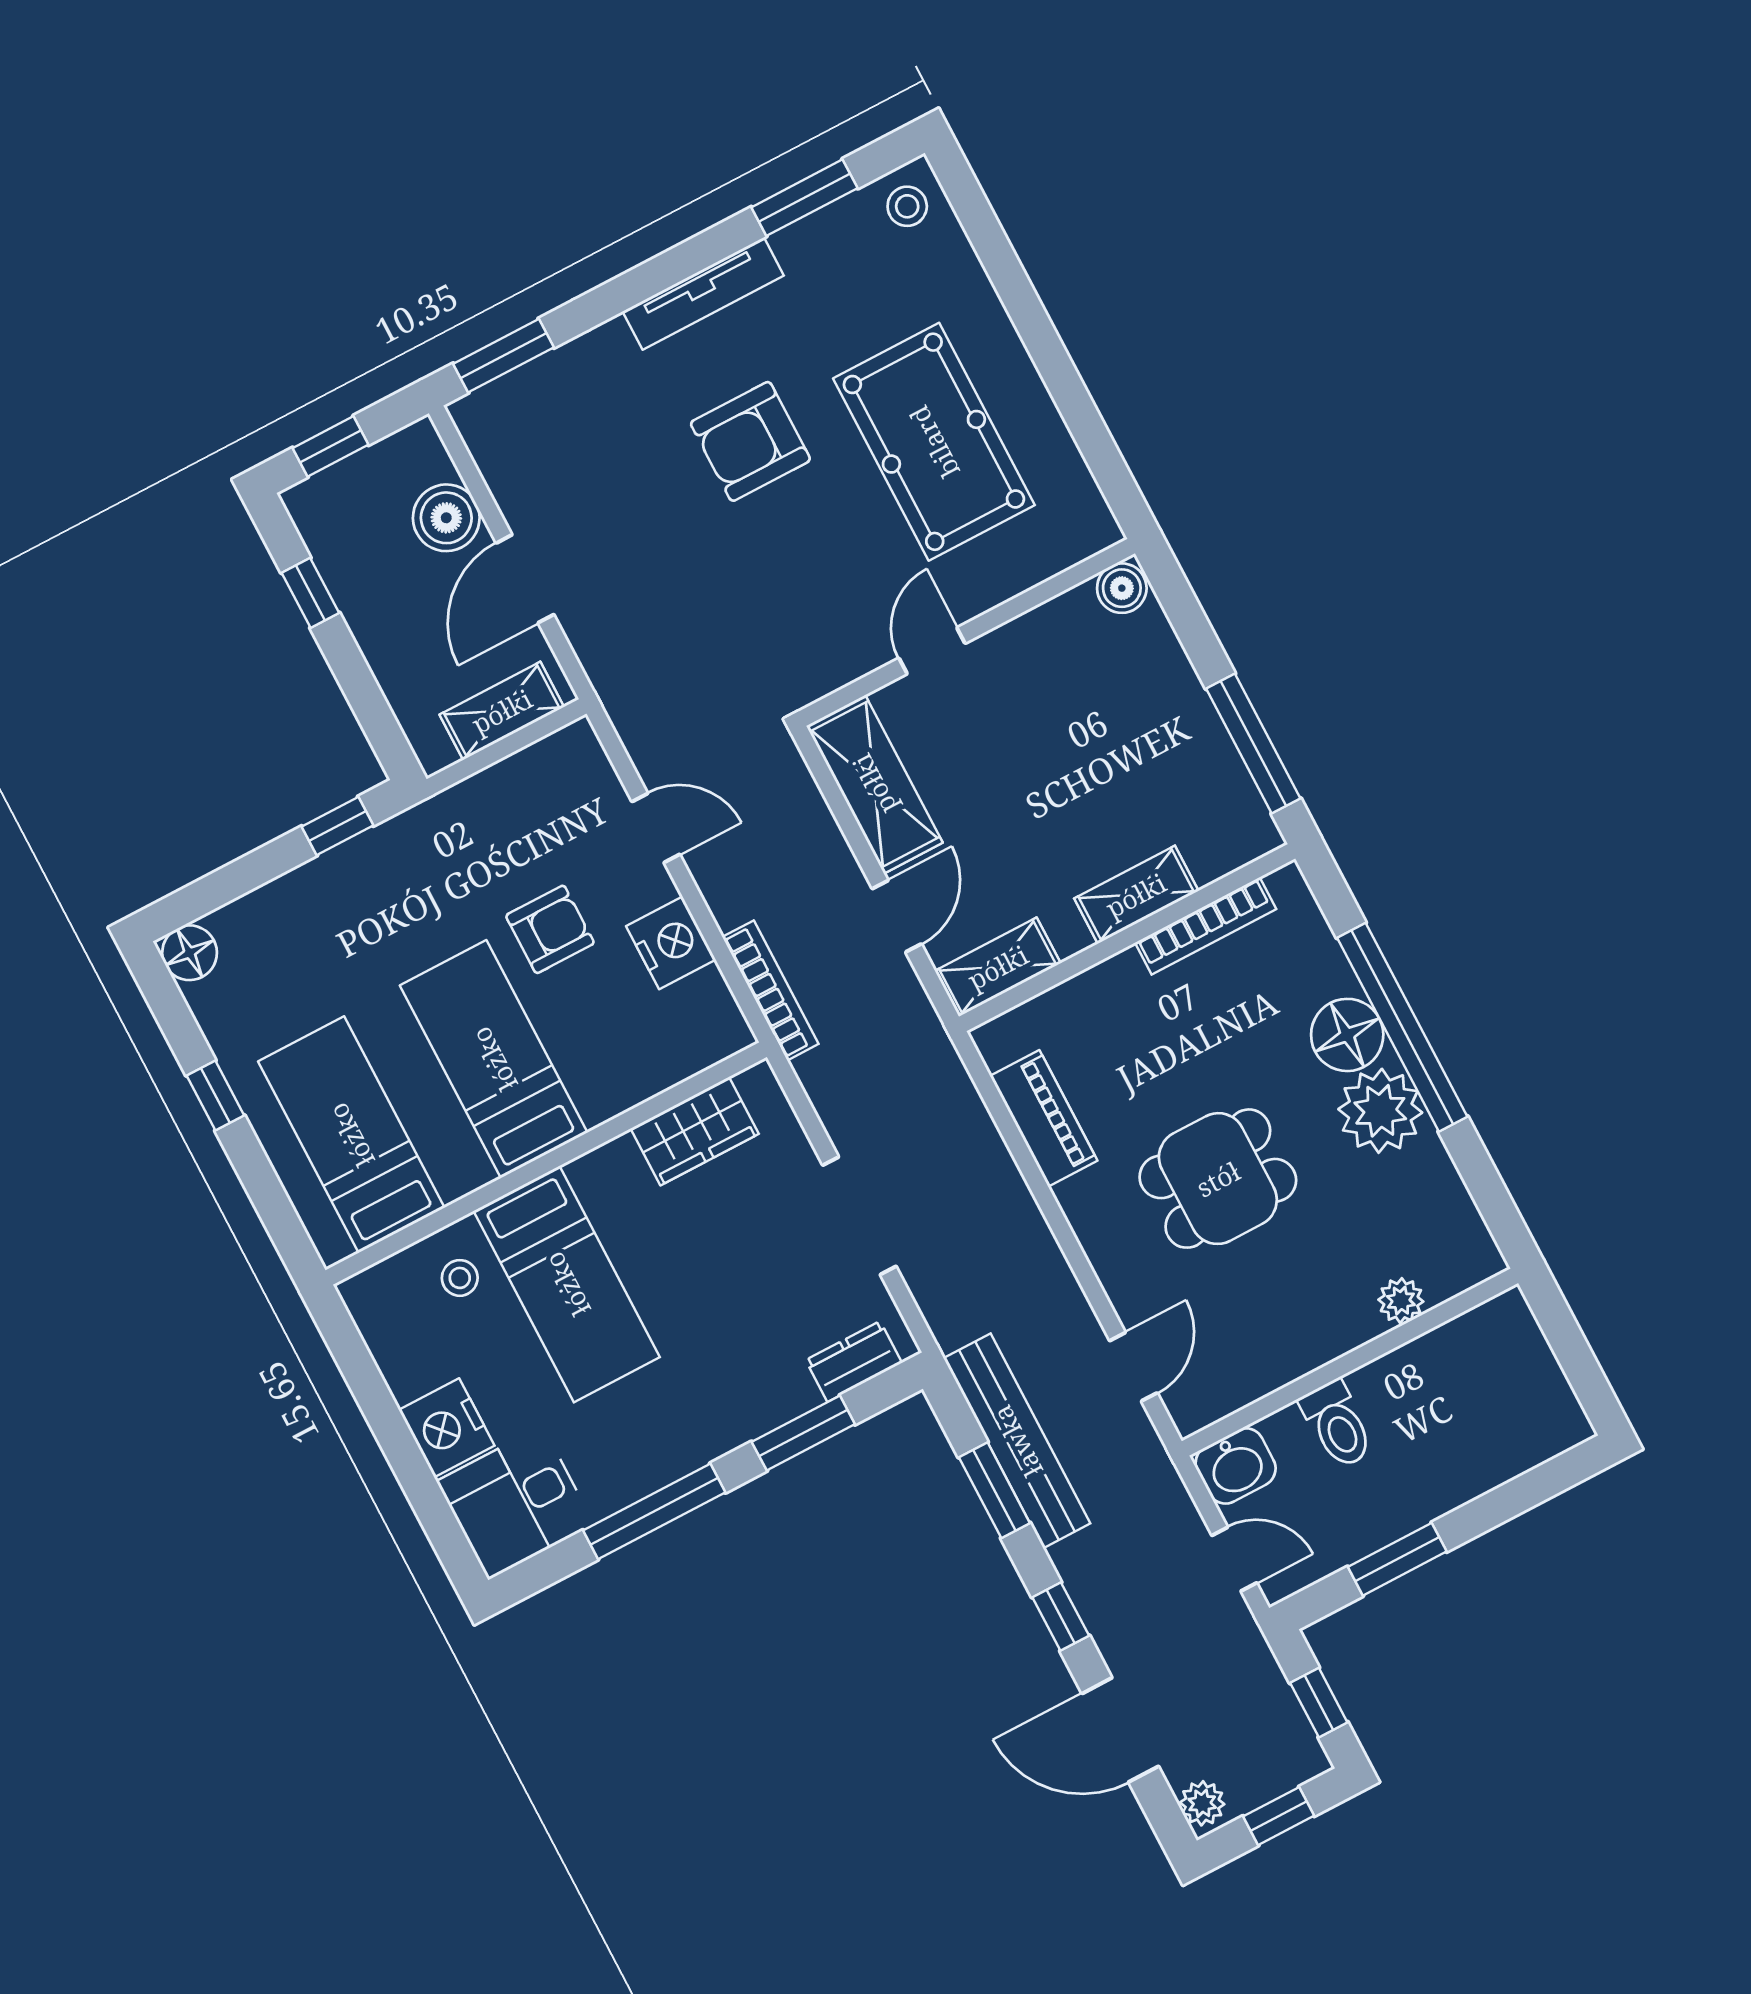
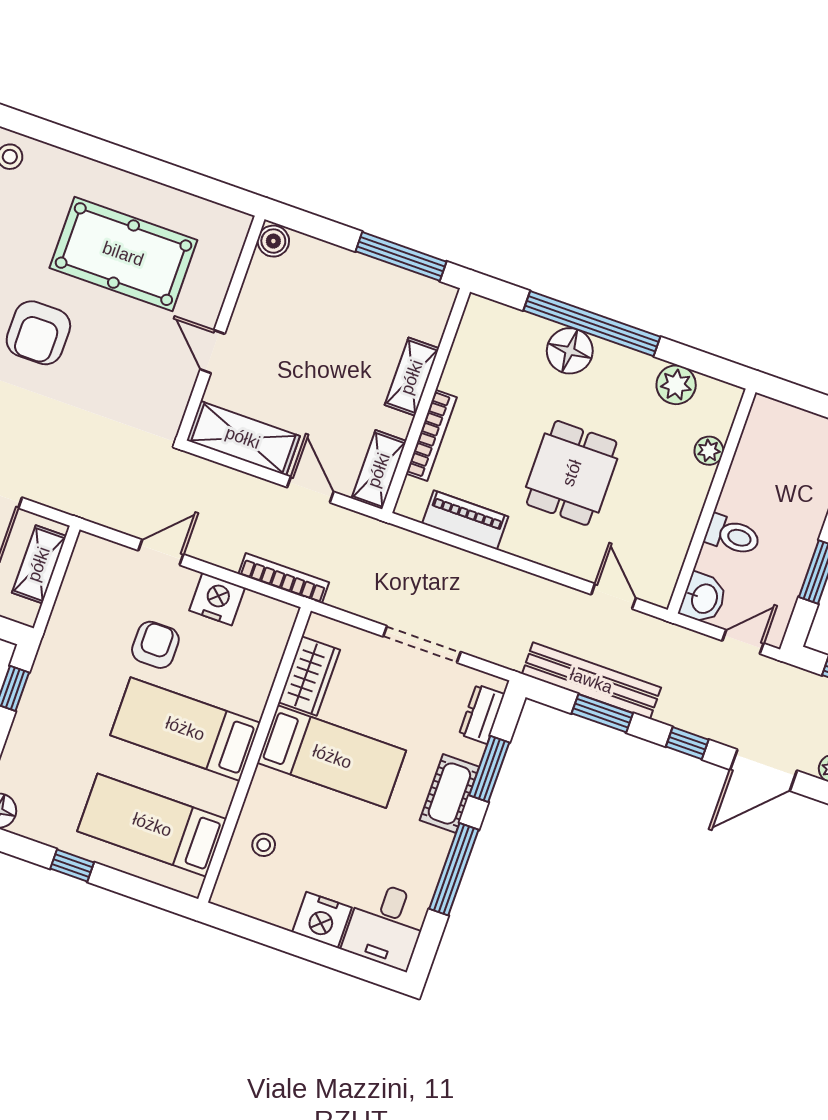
bookcase: (1206, 926) -> (431, 435), moved
plant: (1380, 1111) -> (676, 385), moved, width x0.73, depth x0.73
bed: (567, 1284) -> (332, 757), moved
cot: (731, 1419) -> (449, 794), added

